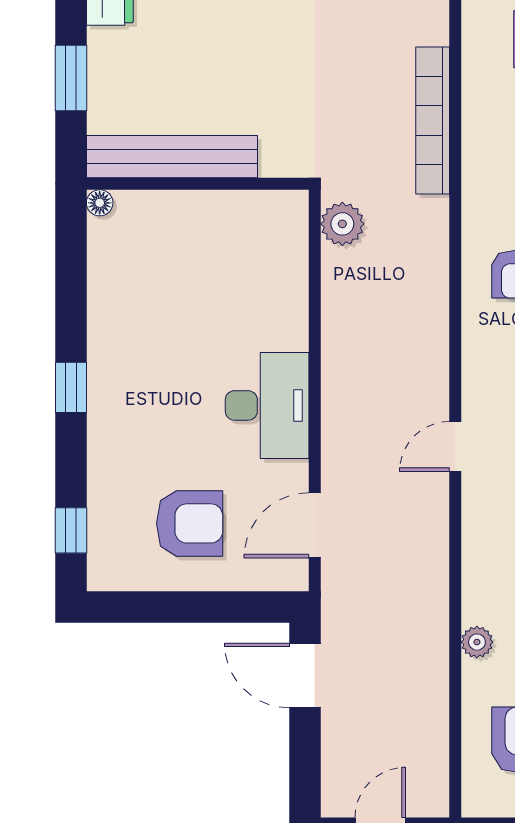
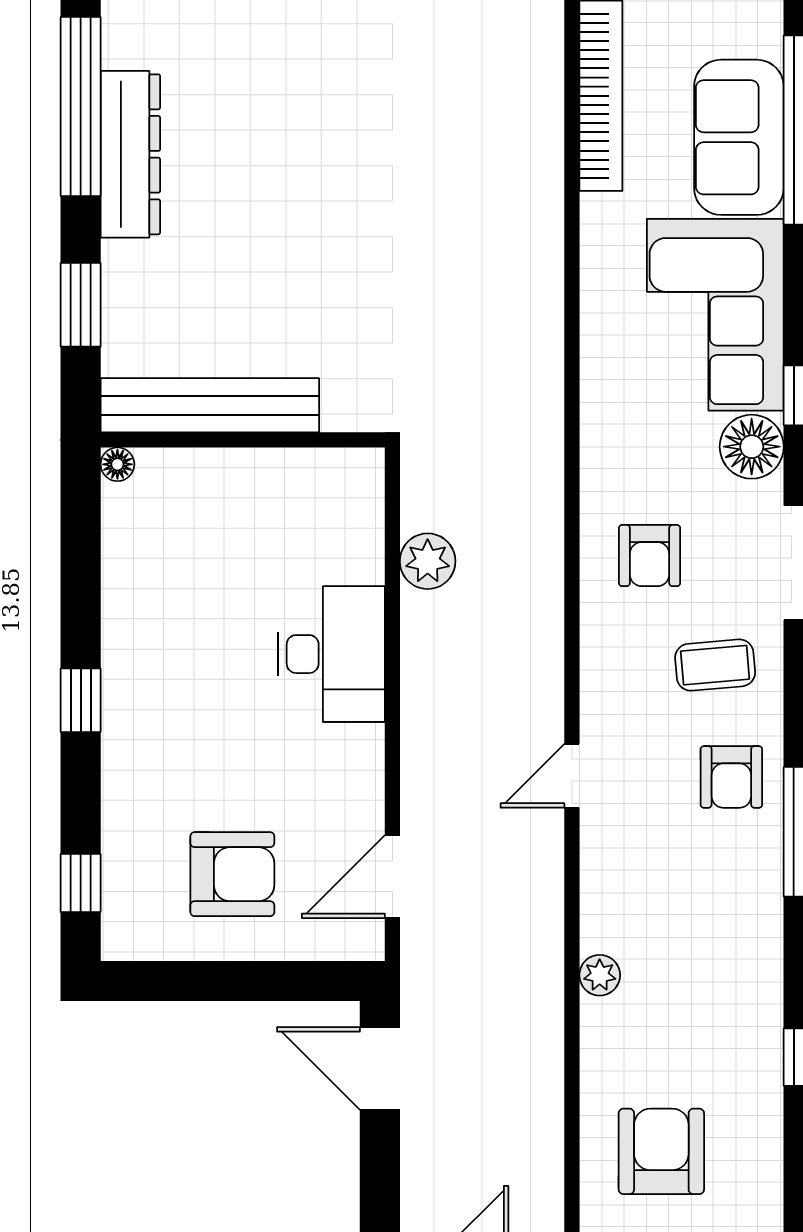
bookcase: (433, 120) -> (543, 359), removed
plant: (342, 224) -> (428, 561), moved
desk: (267, 405) -> (331, 654), moved
plant: (477, 642) -> (600, 975), moved

